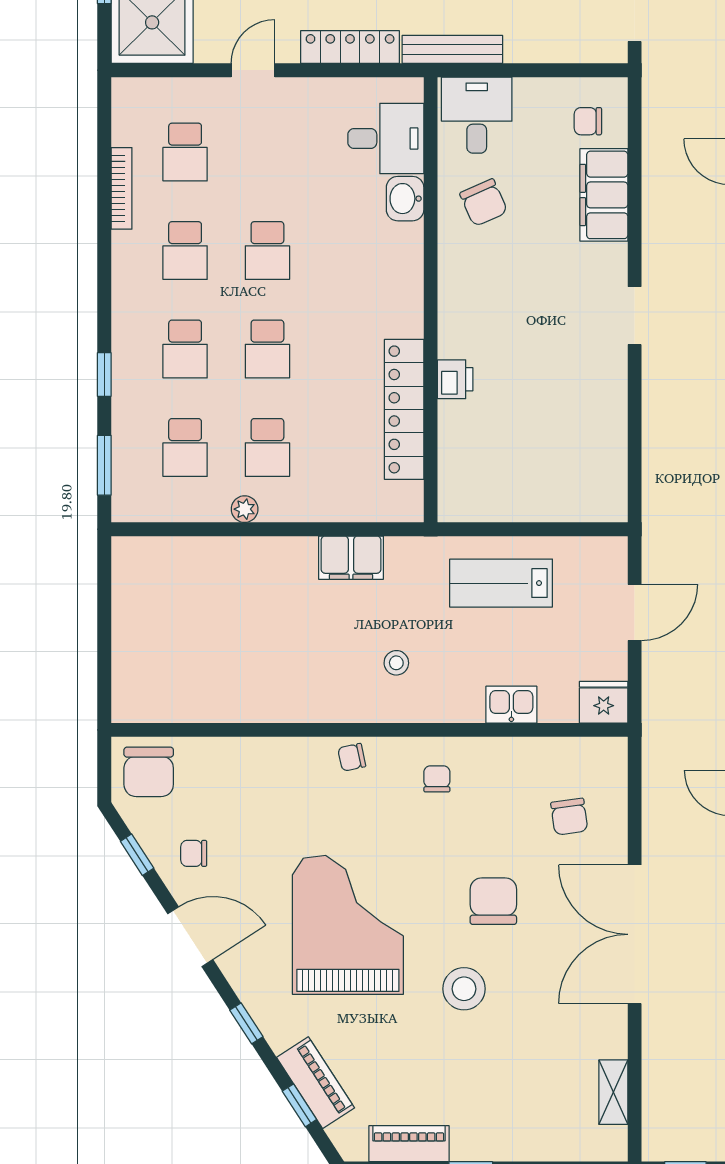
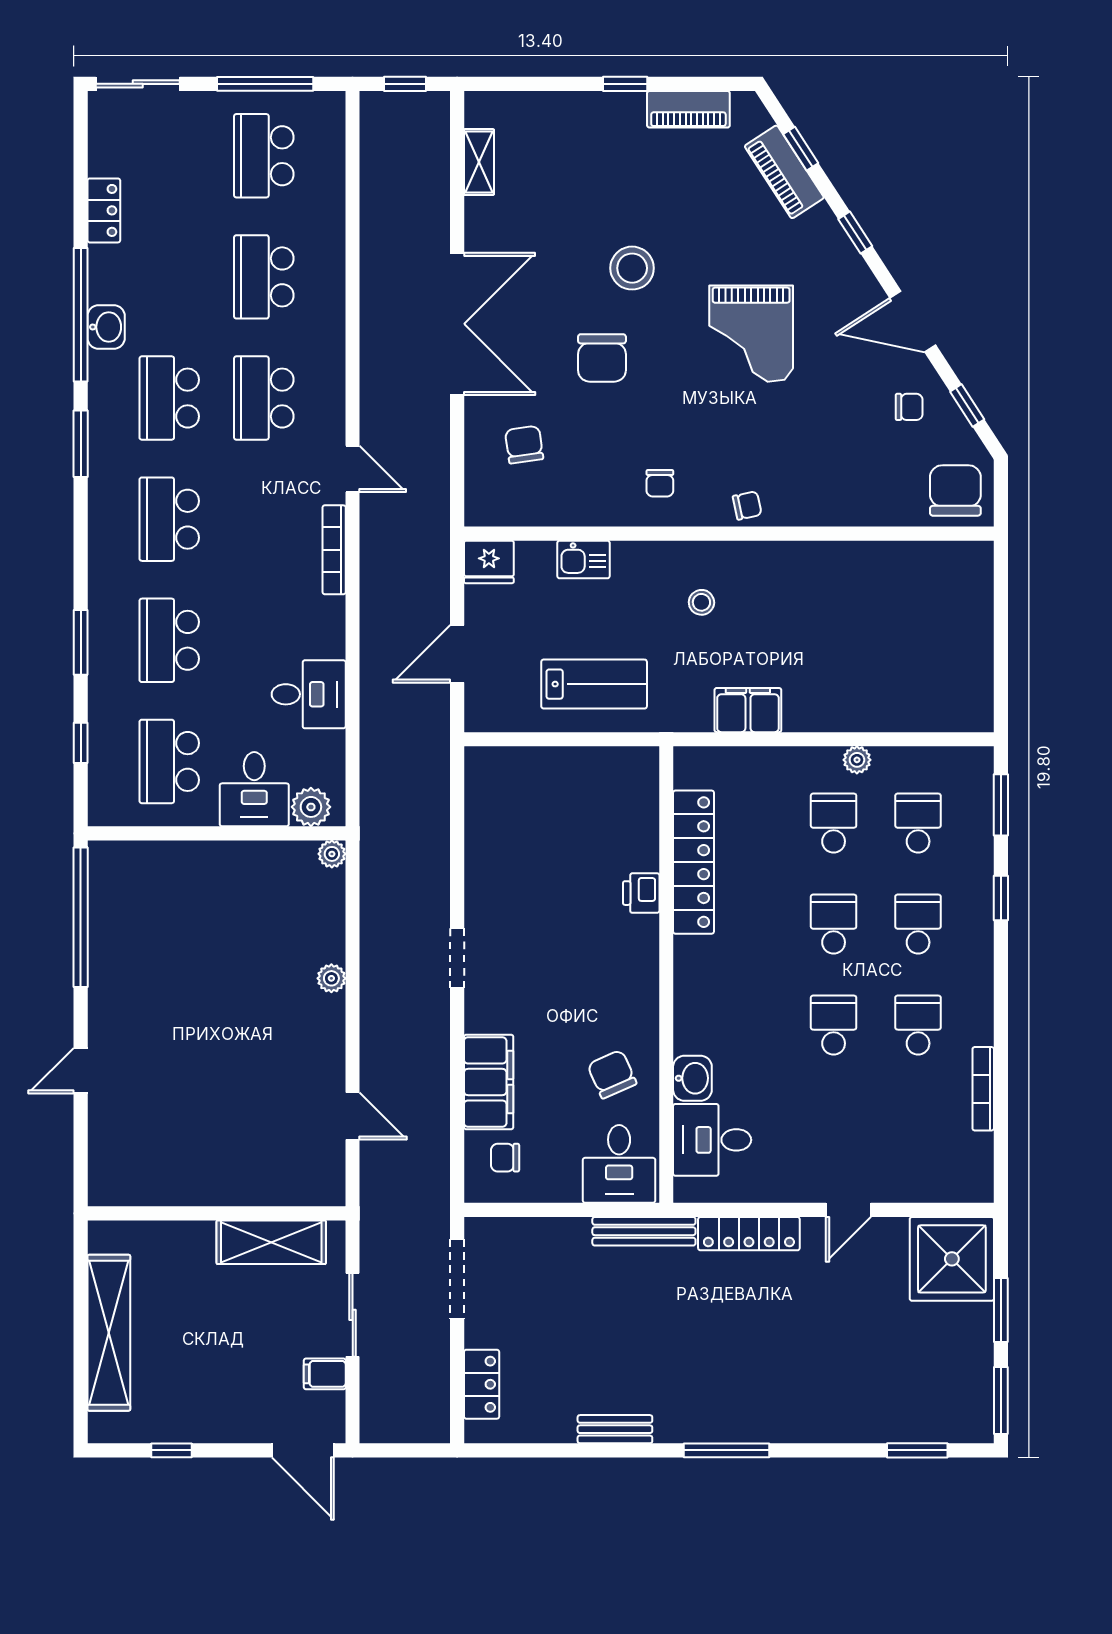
chair: (588, 121) -> (505, 1158), turned 180
school desk: (185, 152) -> (918, 1126), removed
grand piano: (348, 925) -> (751, 334), width x0.73, depth x0.68

